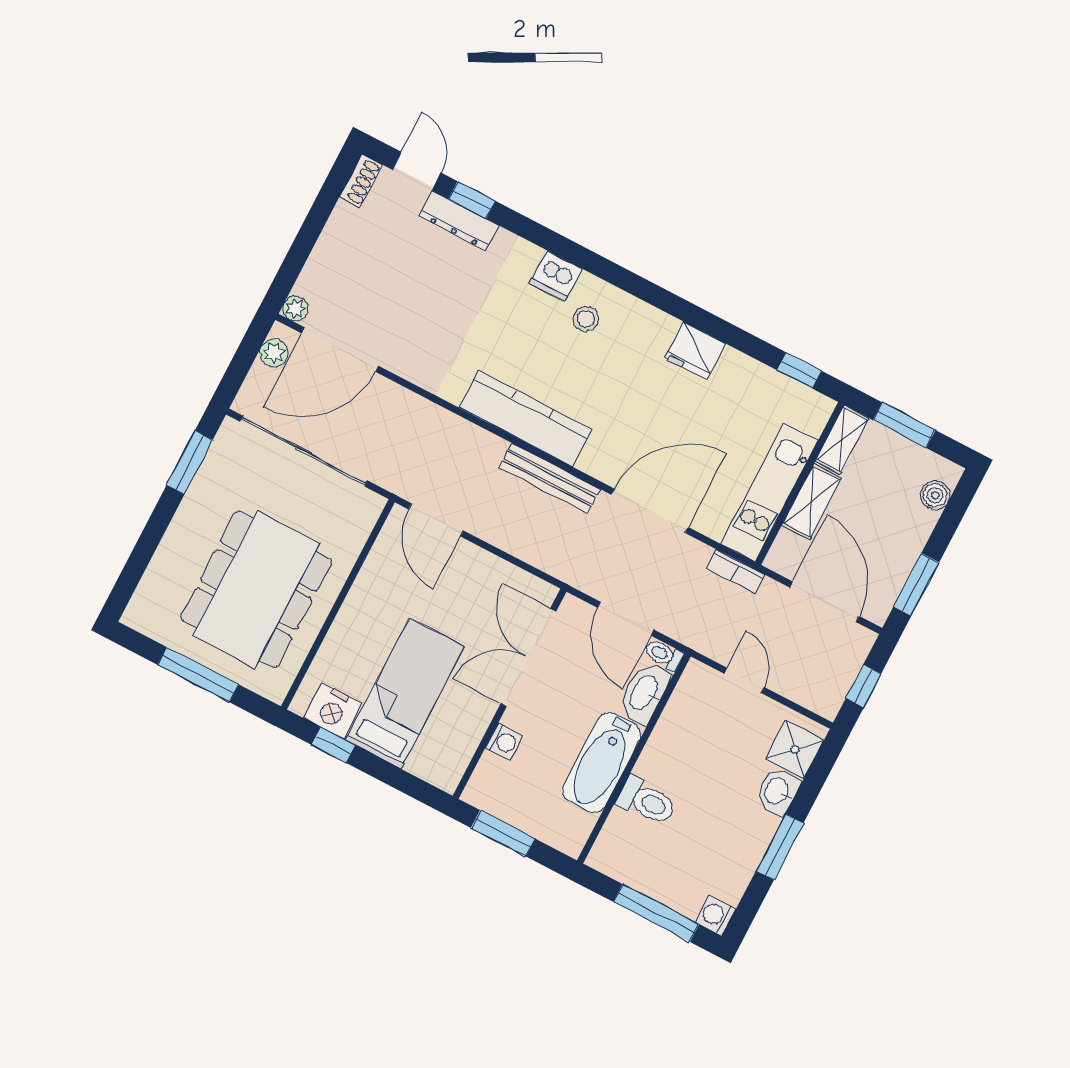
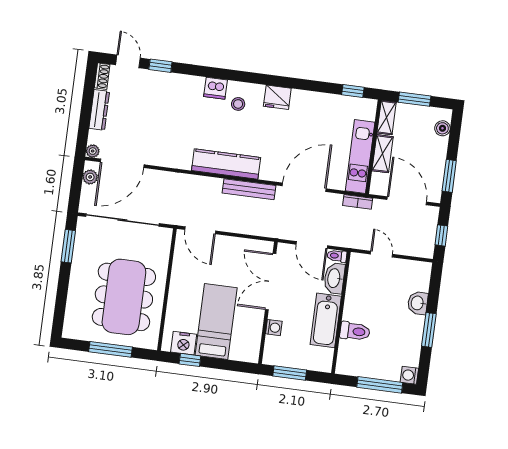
dresser: (459, 221) -> (99, 110), moved, turned -90
fridge: (695, 351) -> (277, 97), moved
shower: (795, 750) -> (419, 279), removed

